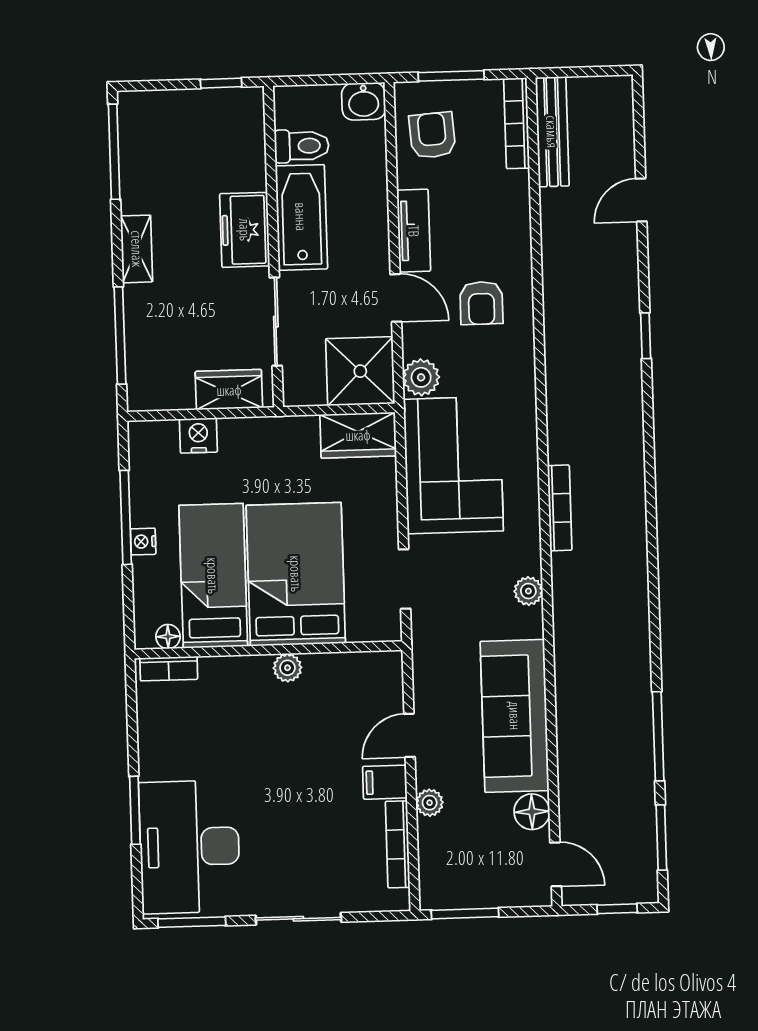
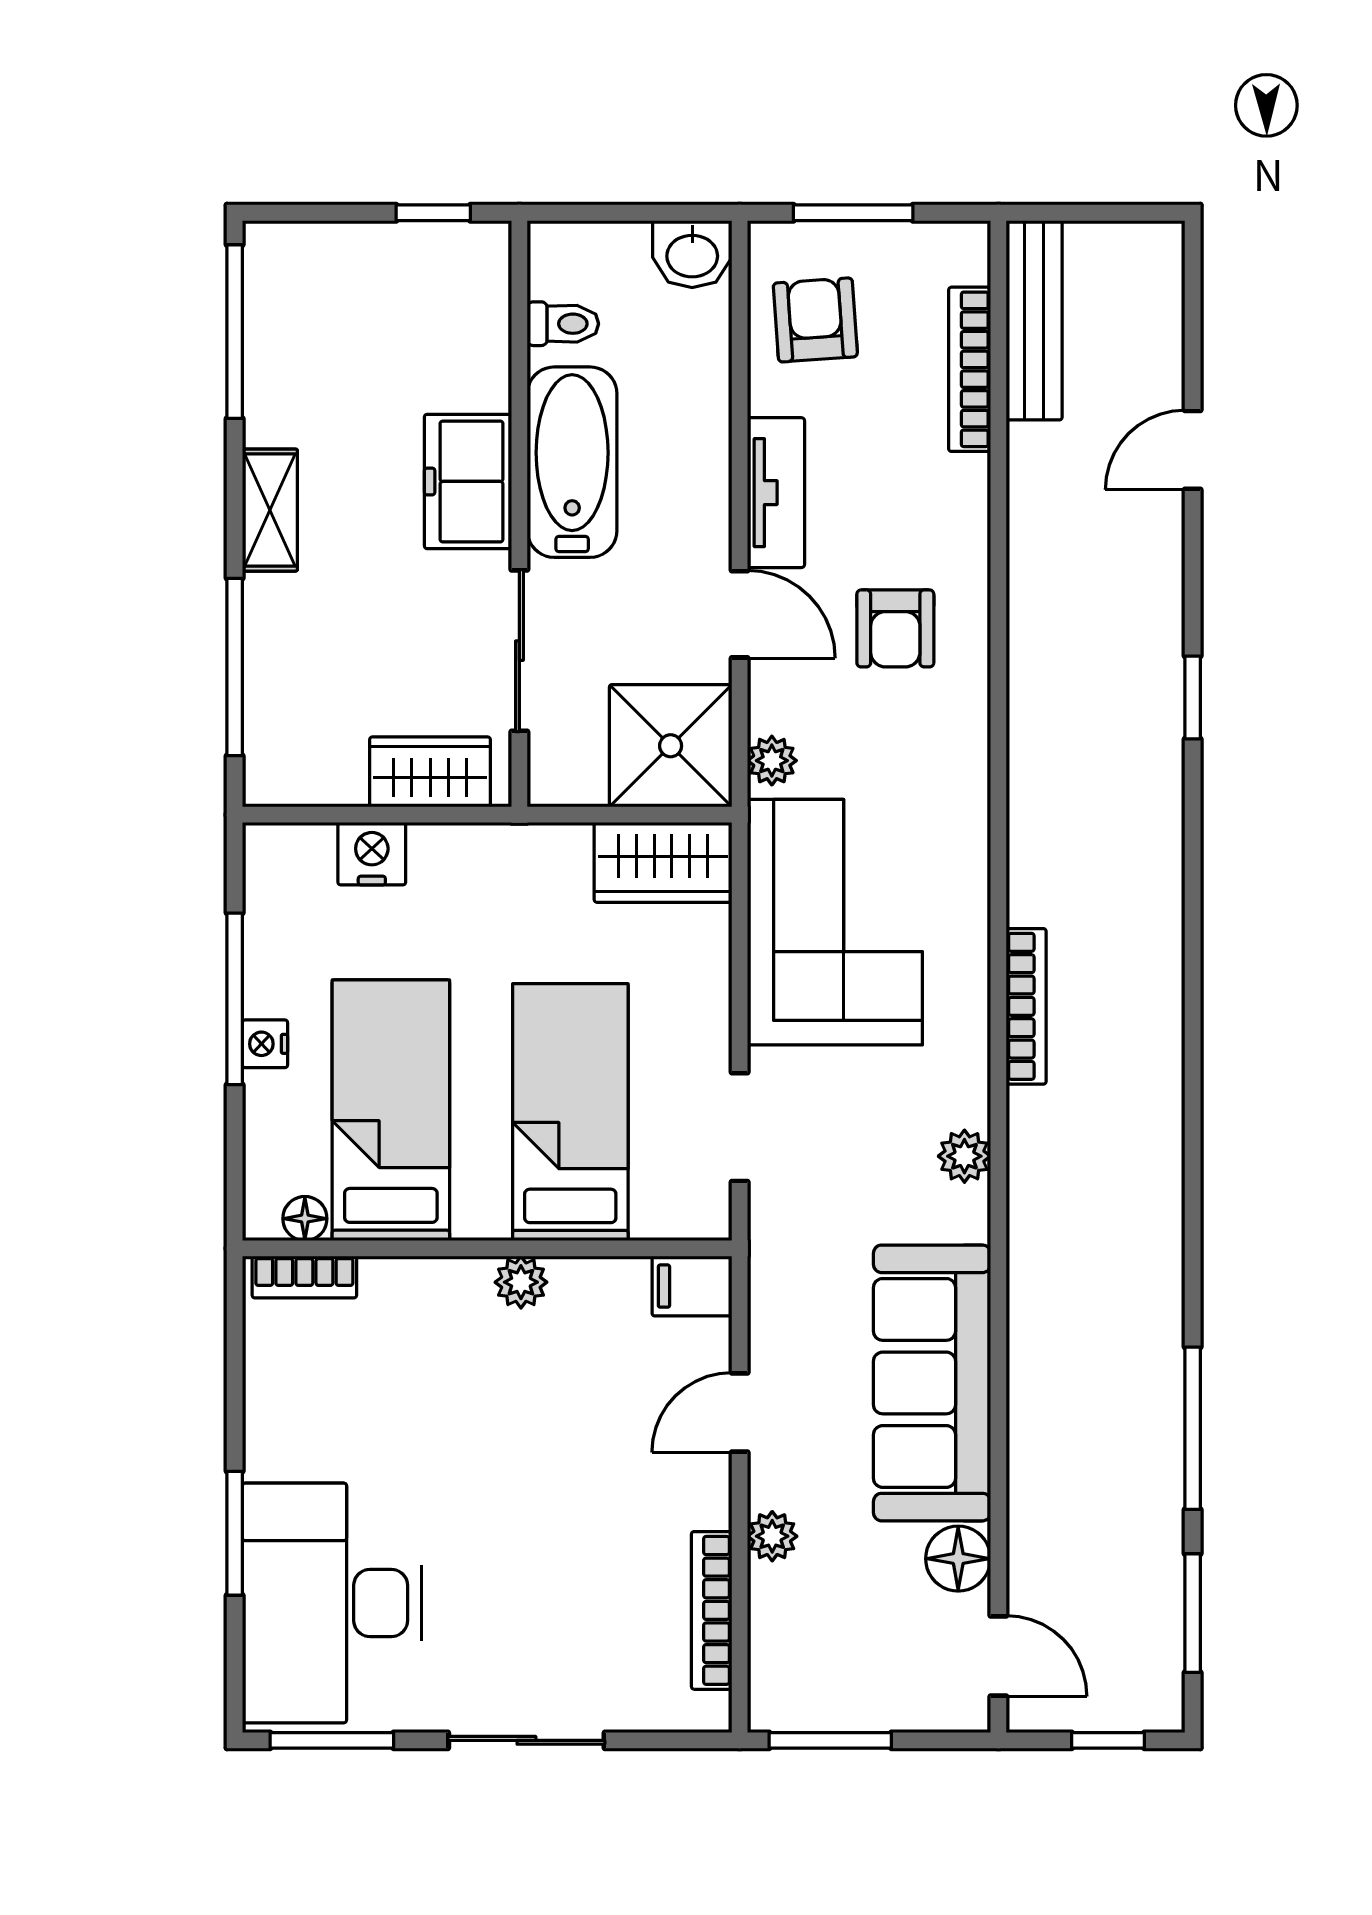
bookcase: (517, 123) -> (970, 369), moved
toilet: (302, 146) -> (563, 324), width x0.73, depth x0.72
plant: (421, 377) -> (772, 761), width x0.73, depth x0.73
bed: (296, 574) -> (570, 1112), width x0.67
filing cabinet: (385, 782) -> (692, 1286), moved

